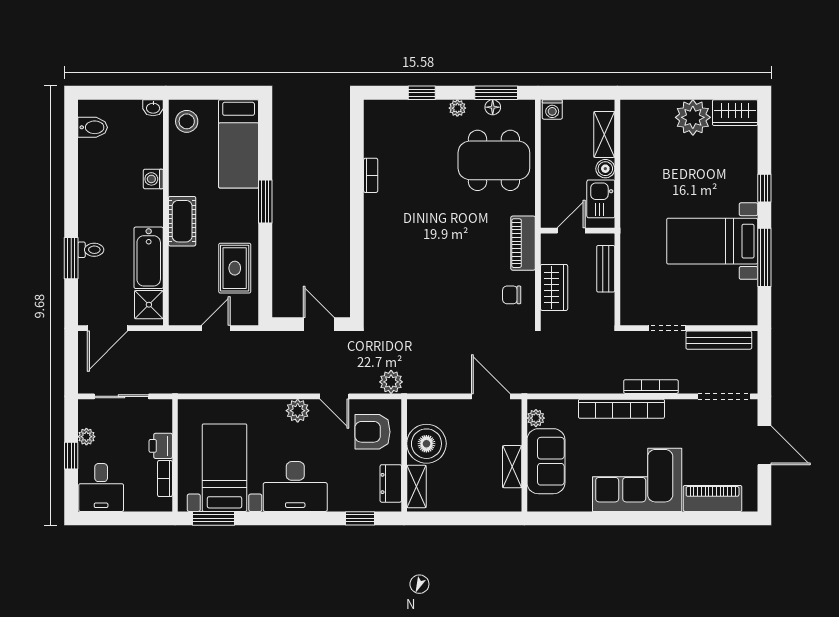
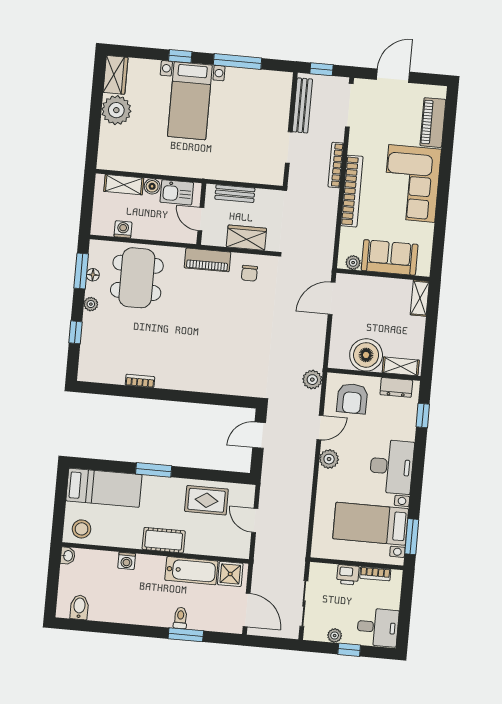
washing machine: (552, 109) -> (123, 229), moved, turned -90
bed with nightstands: (712, 241) -> (190, 101), moved
window: (764, 359) -> (321, 69), added
shelving: (512, 467) -> (420, 298), moved, turned 90

